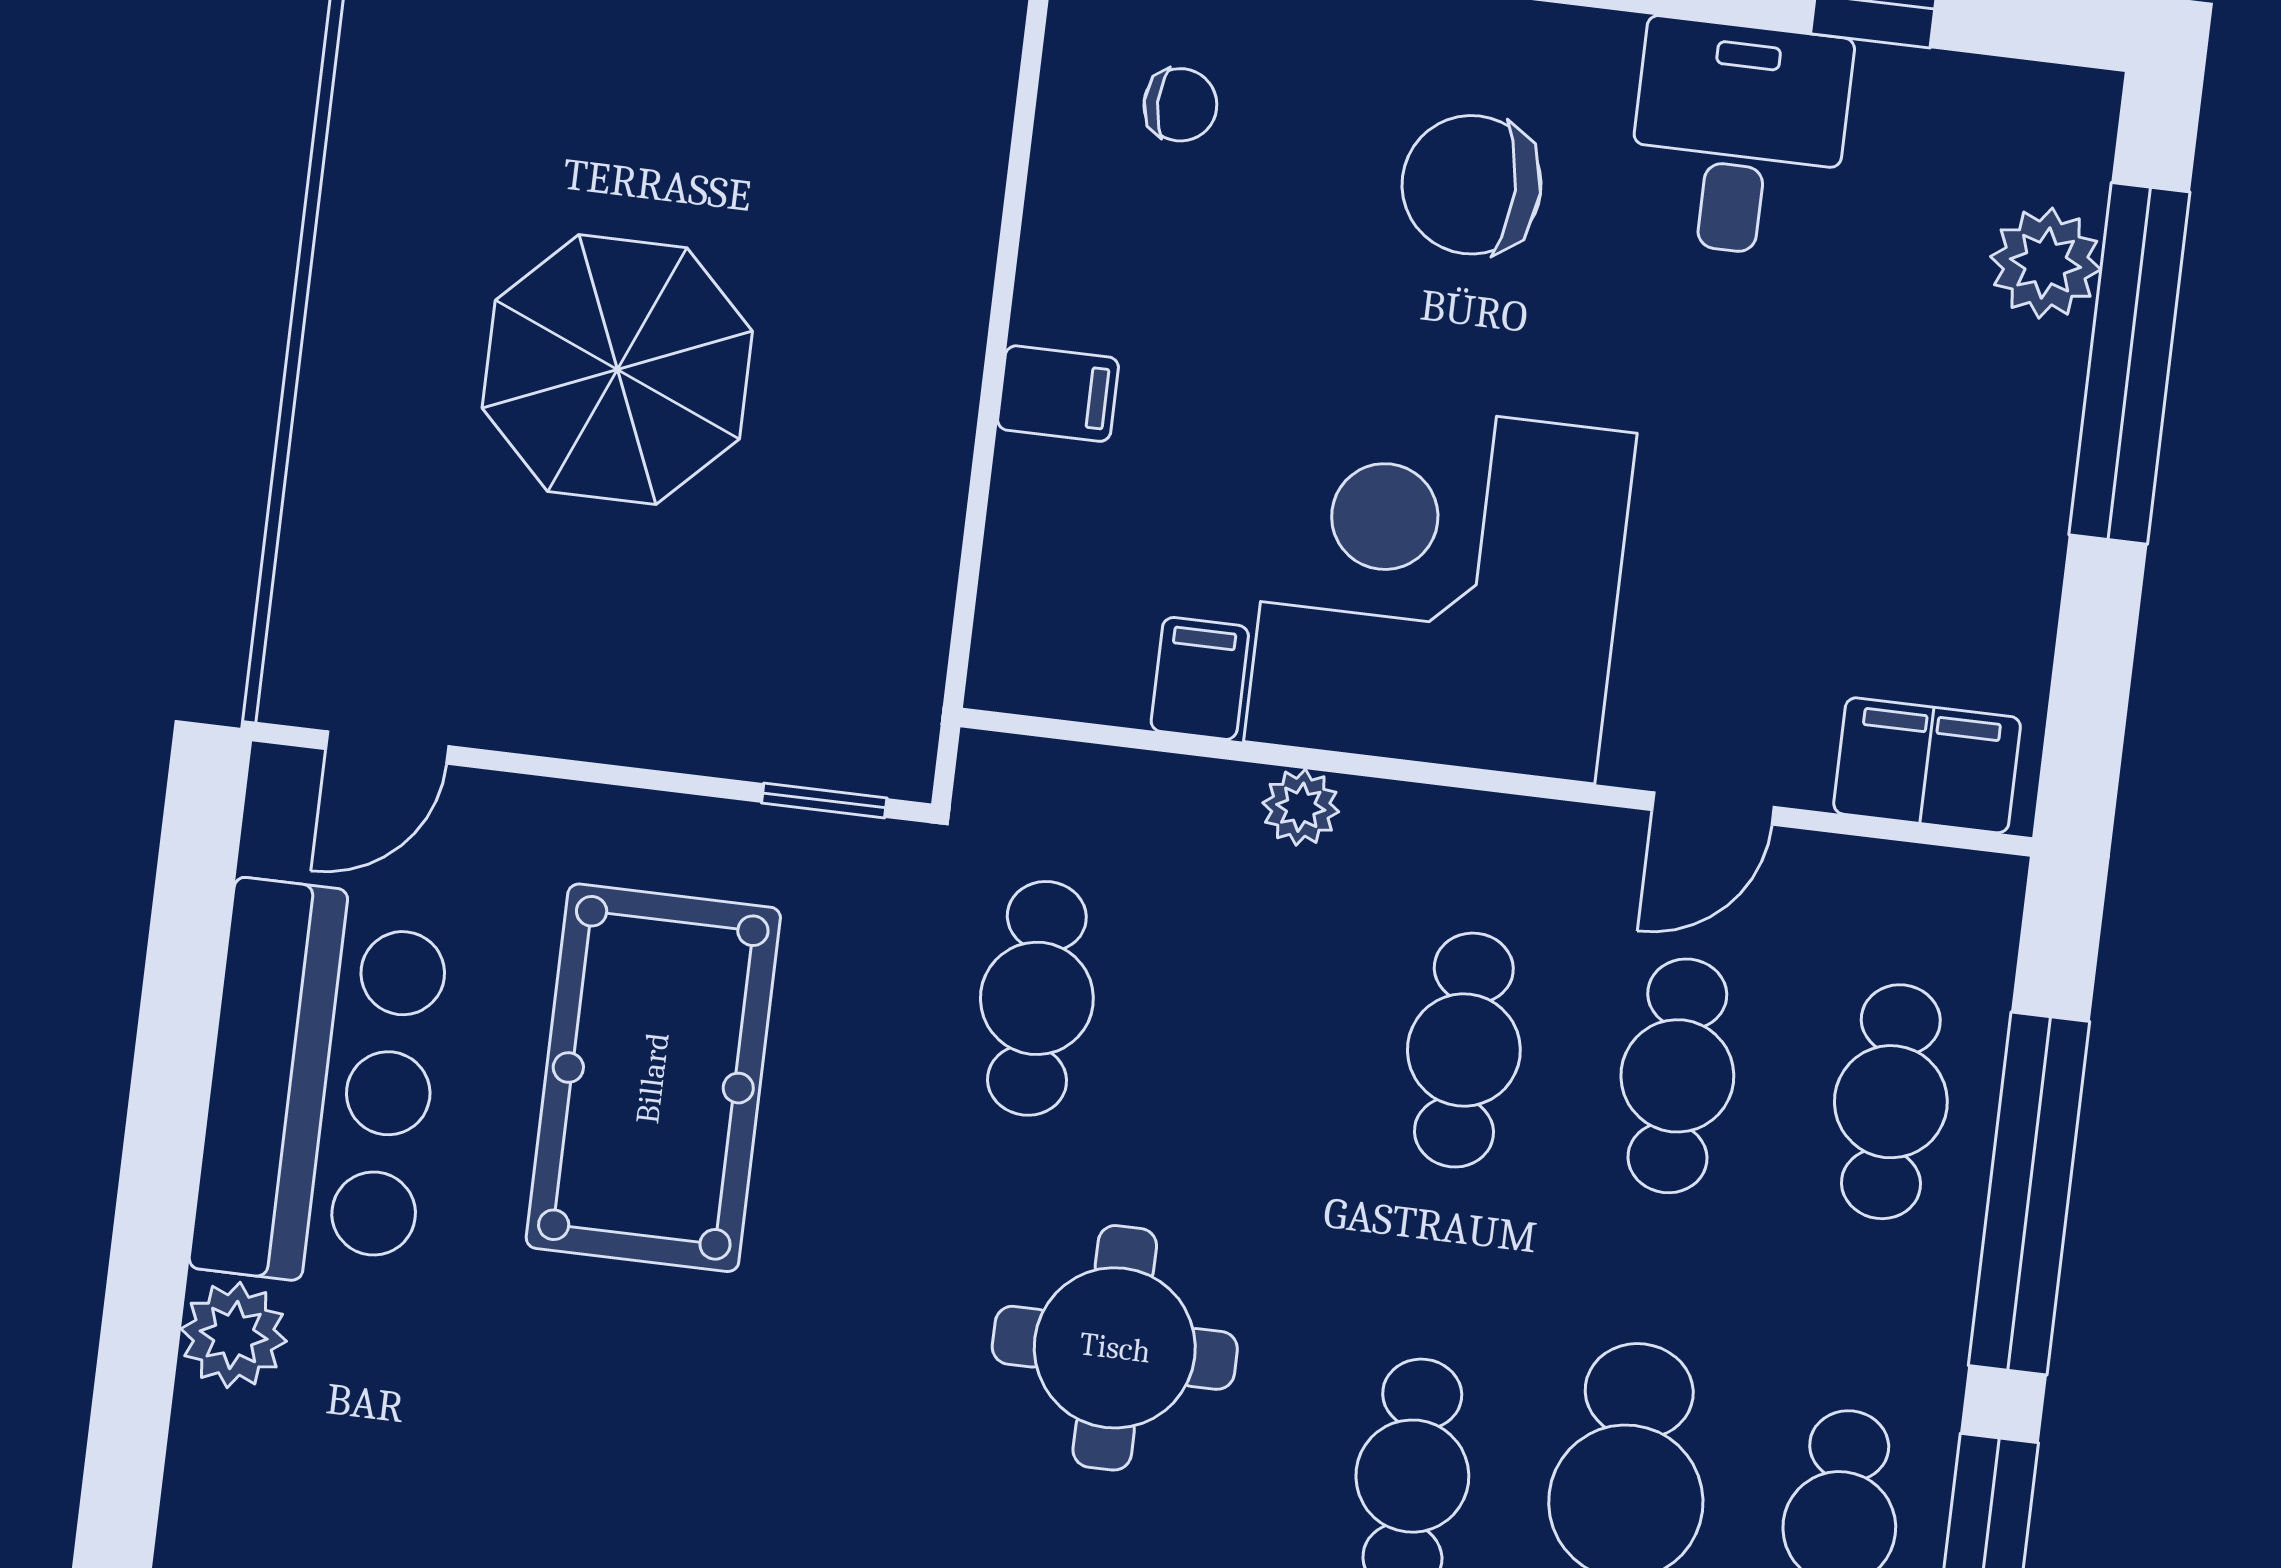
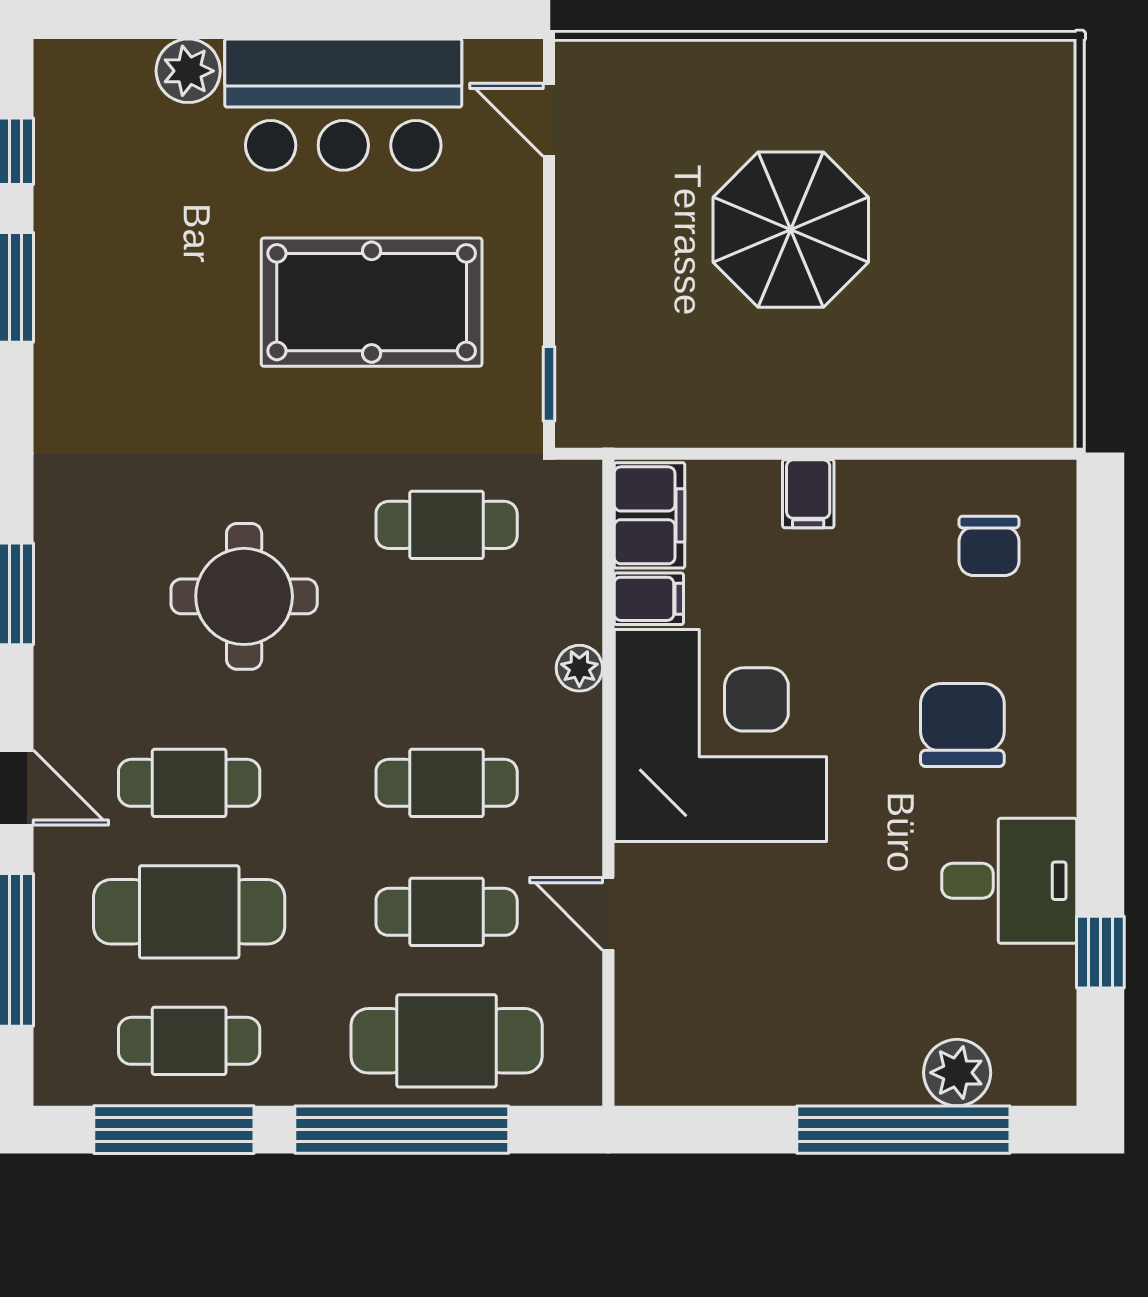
chair: (1180, 105) -> (989, 546), width x1.37, depth x1.37
filing cabinet: (1927, 765) -> (649, 515), moved
cafe table: (1891, 1102) -> (447, 1041), width x1.37, depth x1.35

